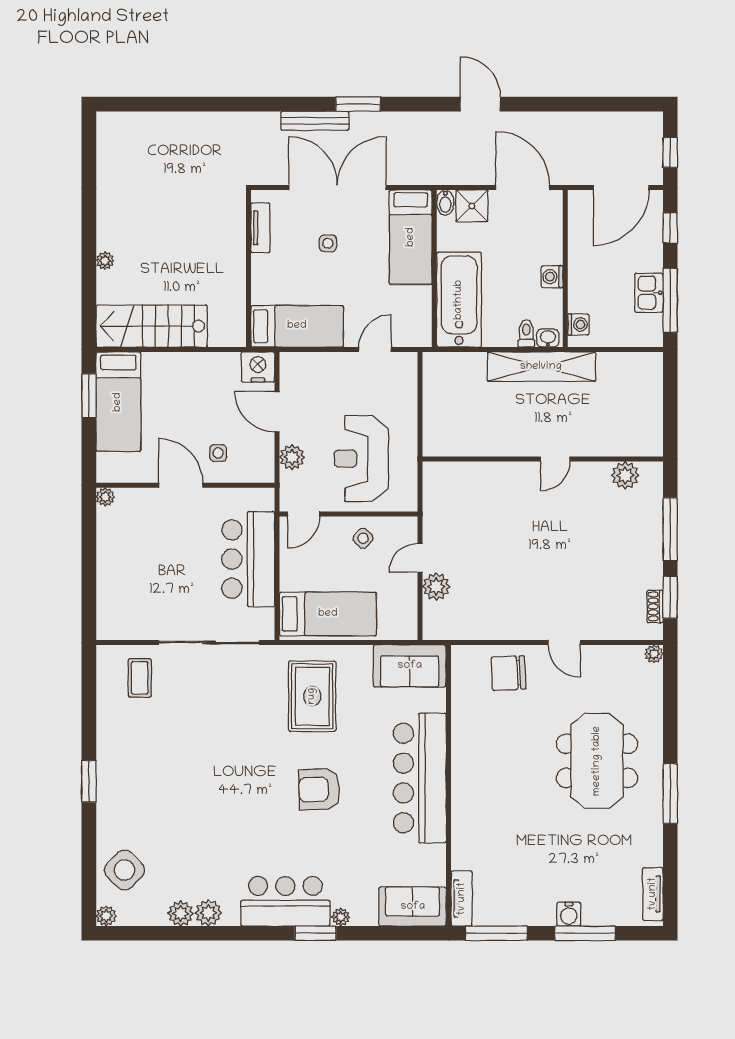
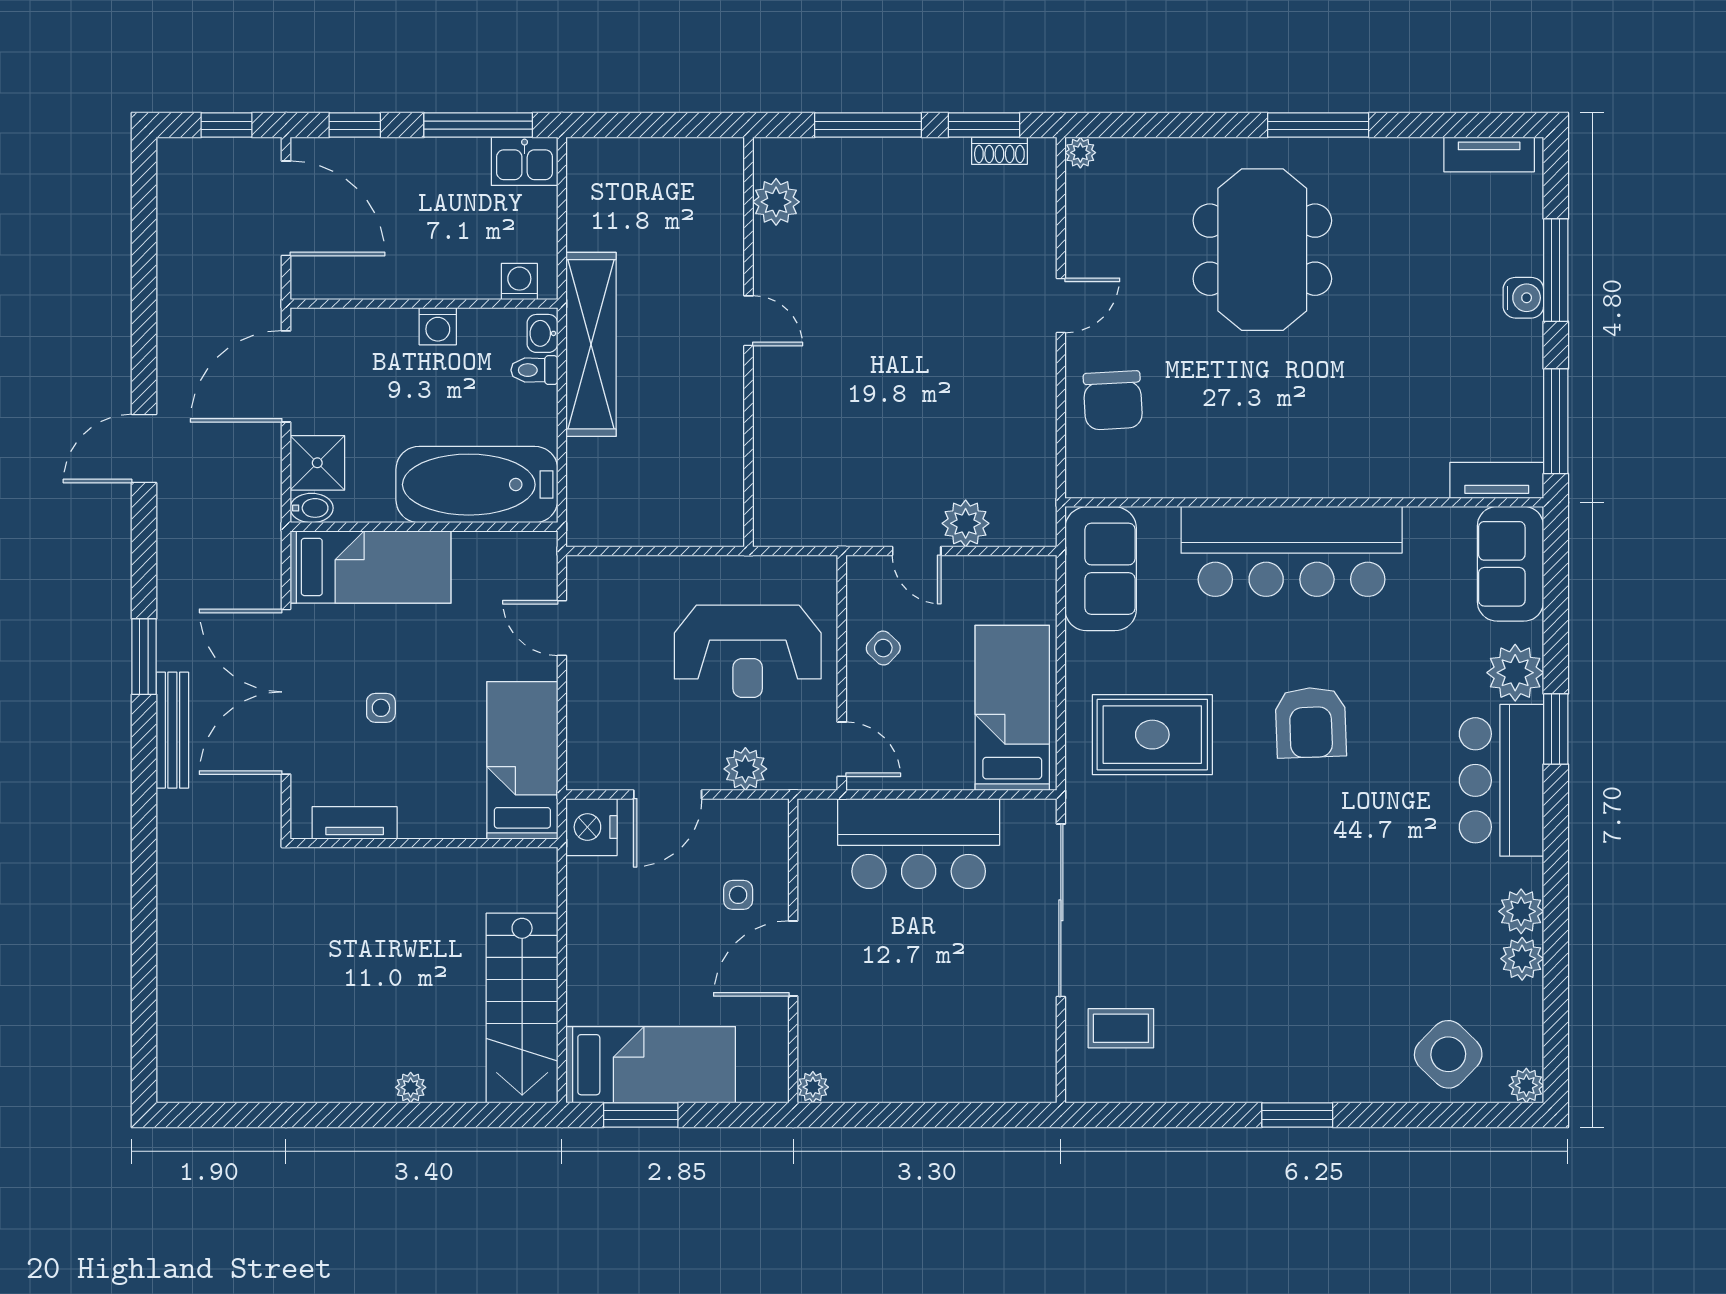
kitchen sink: (649, 293) -> (525, 161), moved
meeting table: (597, 761) -> (1262, 250), turned 90
plant: (341, 917) -> (1515, 673), width x1.87, depth x1.87

